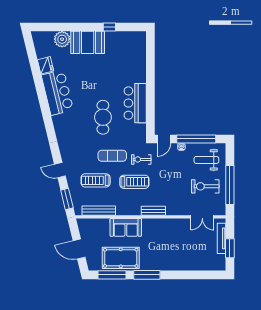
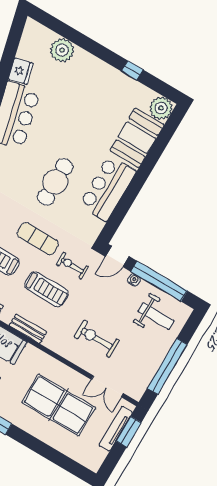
plant: (139, 39) -> (161, 108), added
booth: (88, 42) -> (137, 138), moved, turned 90
weight bench: (206, 160) -> (156, 316), turned 180
exercise bike: (205, 186) -> (97, 339), moved
bench: (153, 211) -> (28, 329), moved
table tennis table: (181, 244) -> (59, 405), added
window: (230, 248) -> (129, 432), moved

